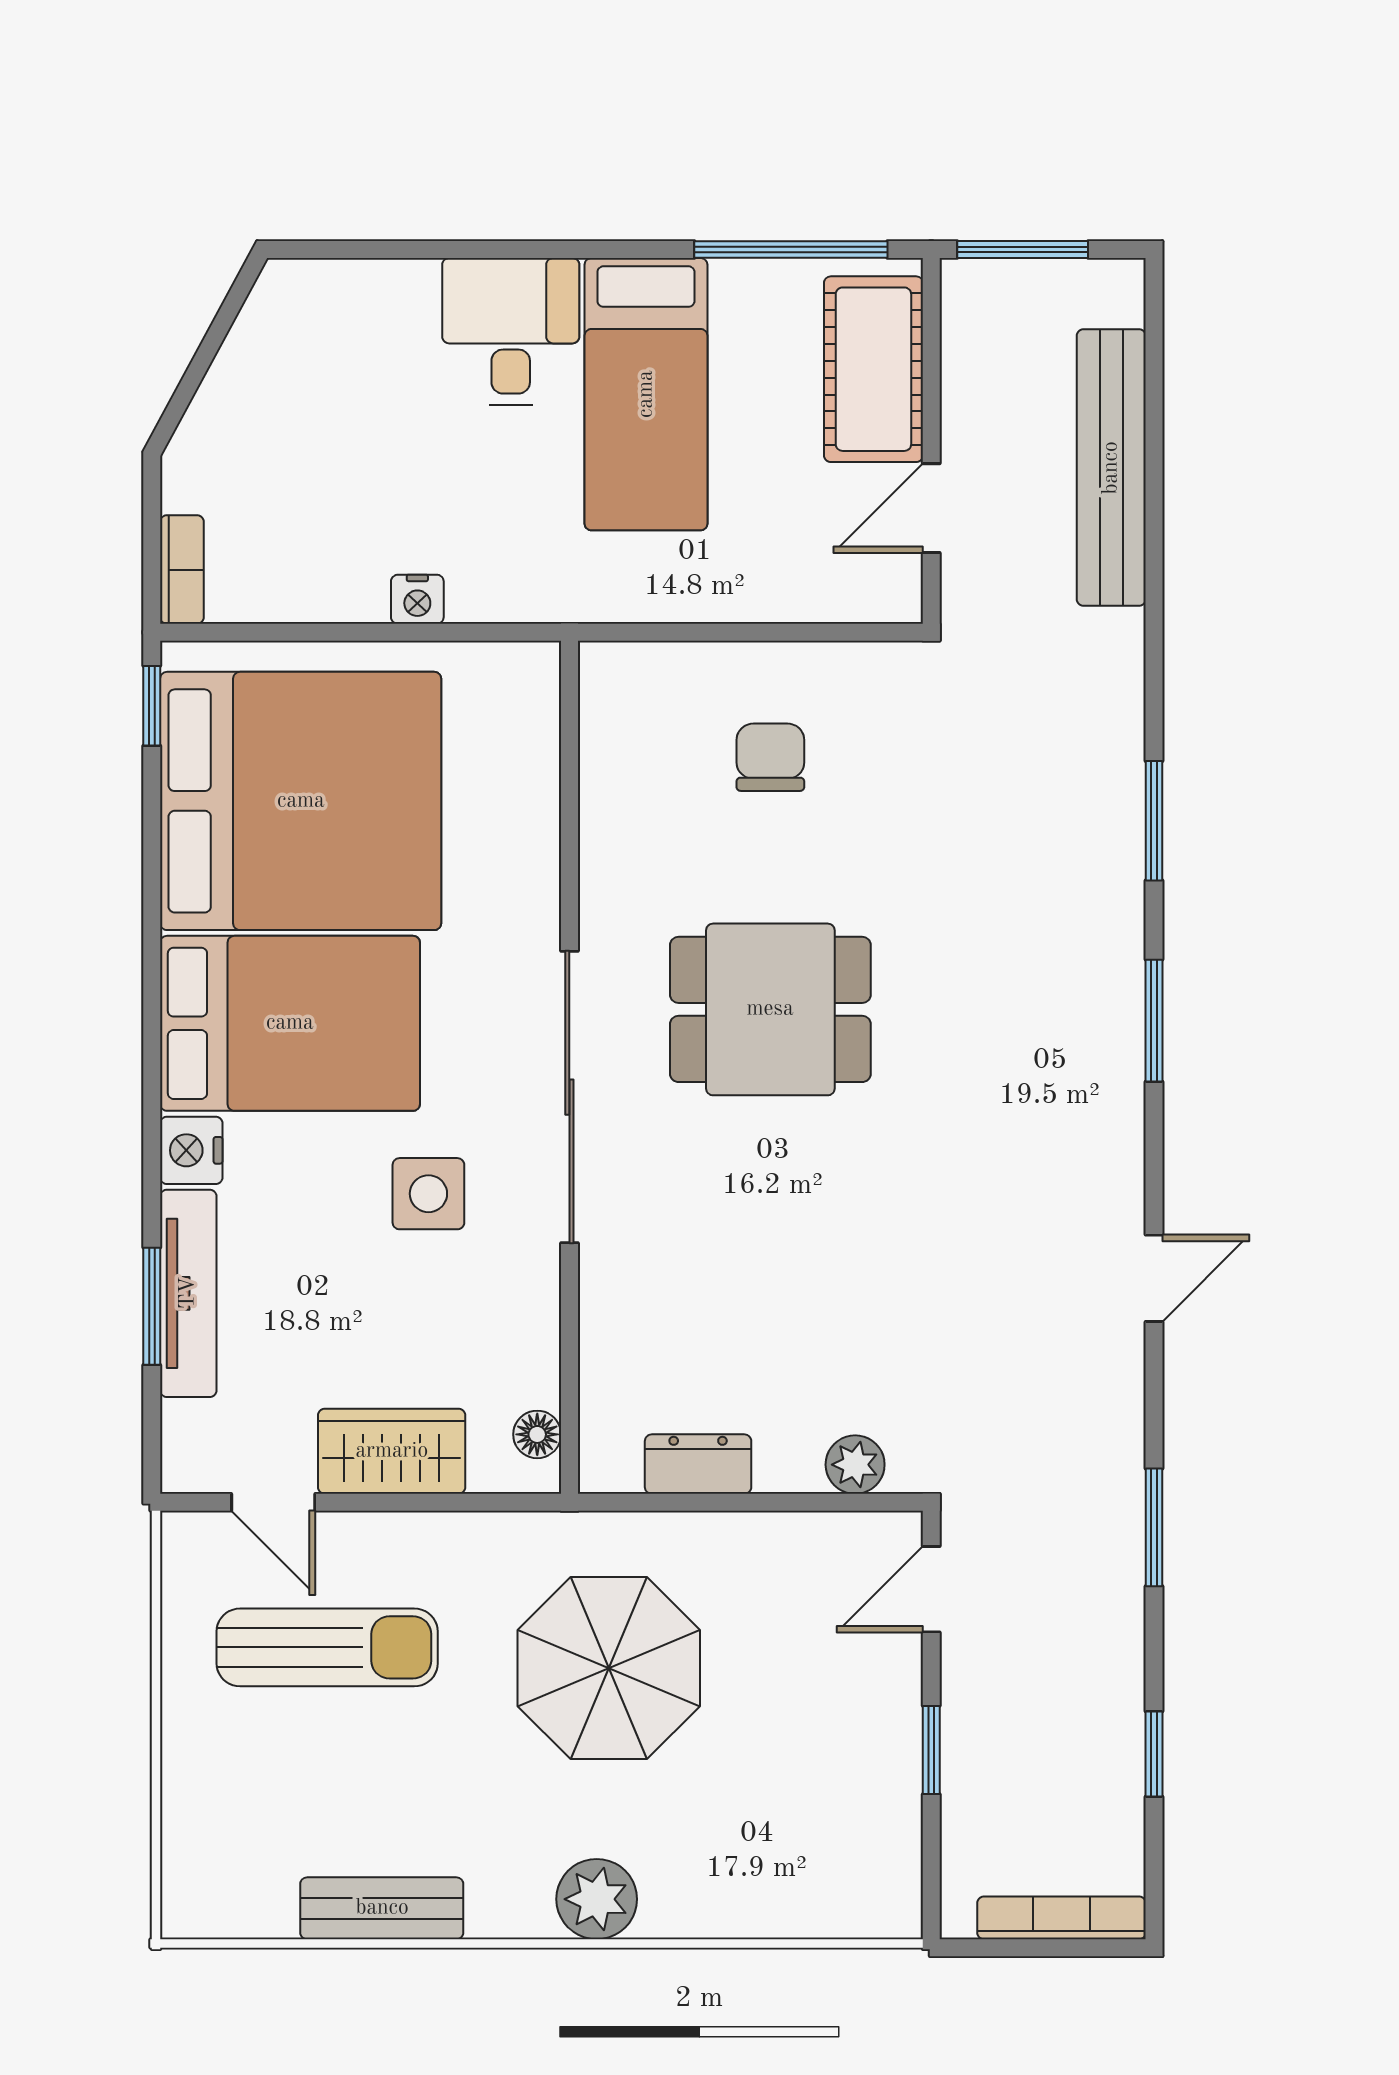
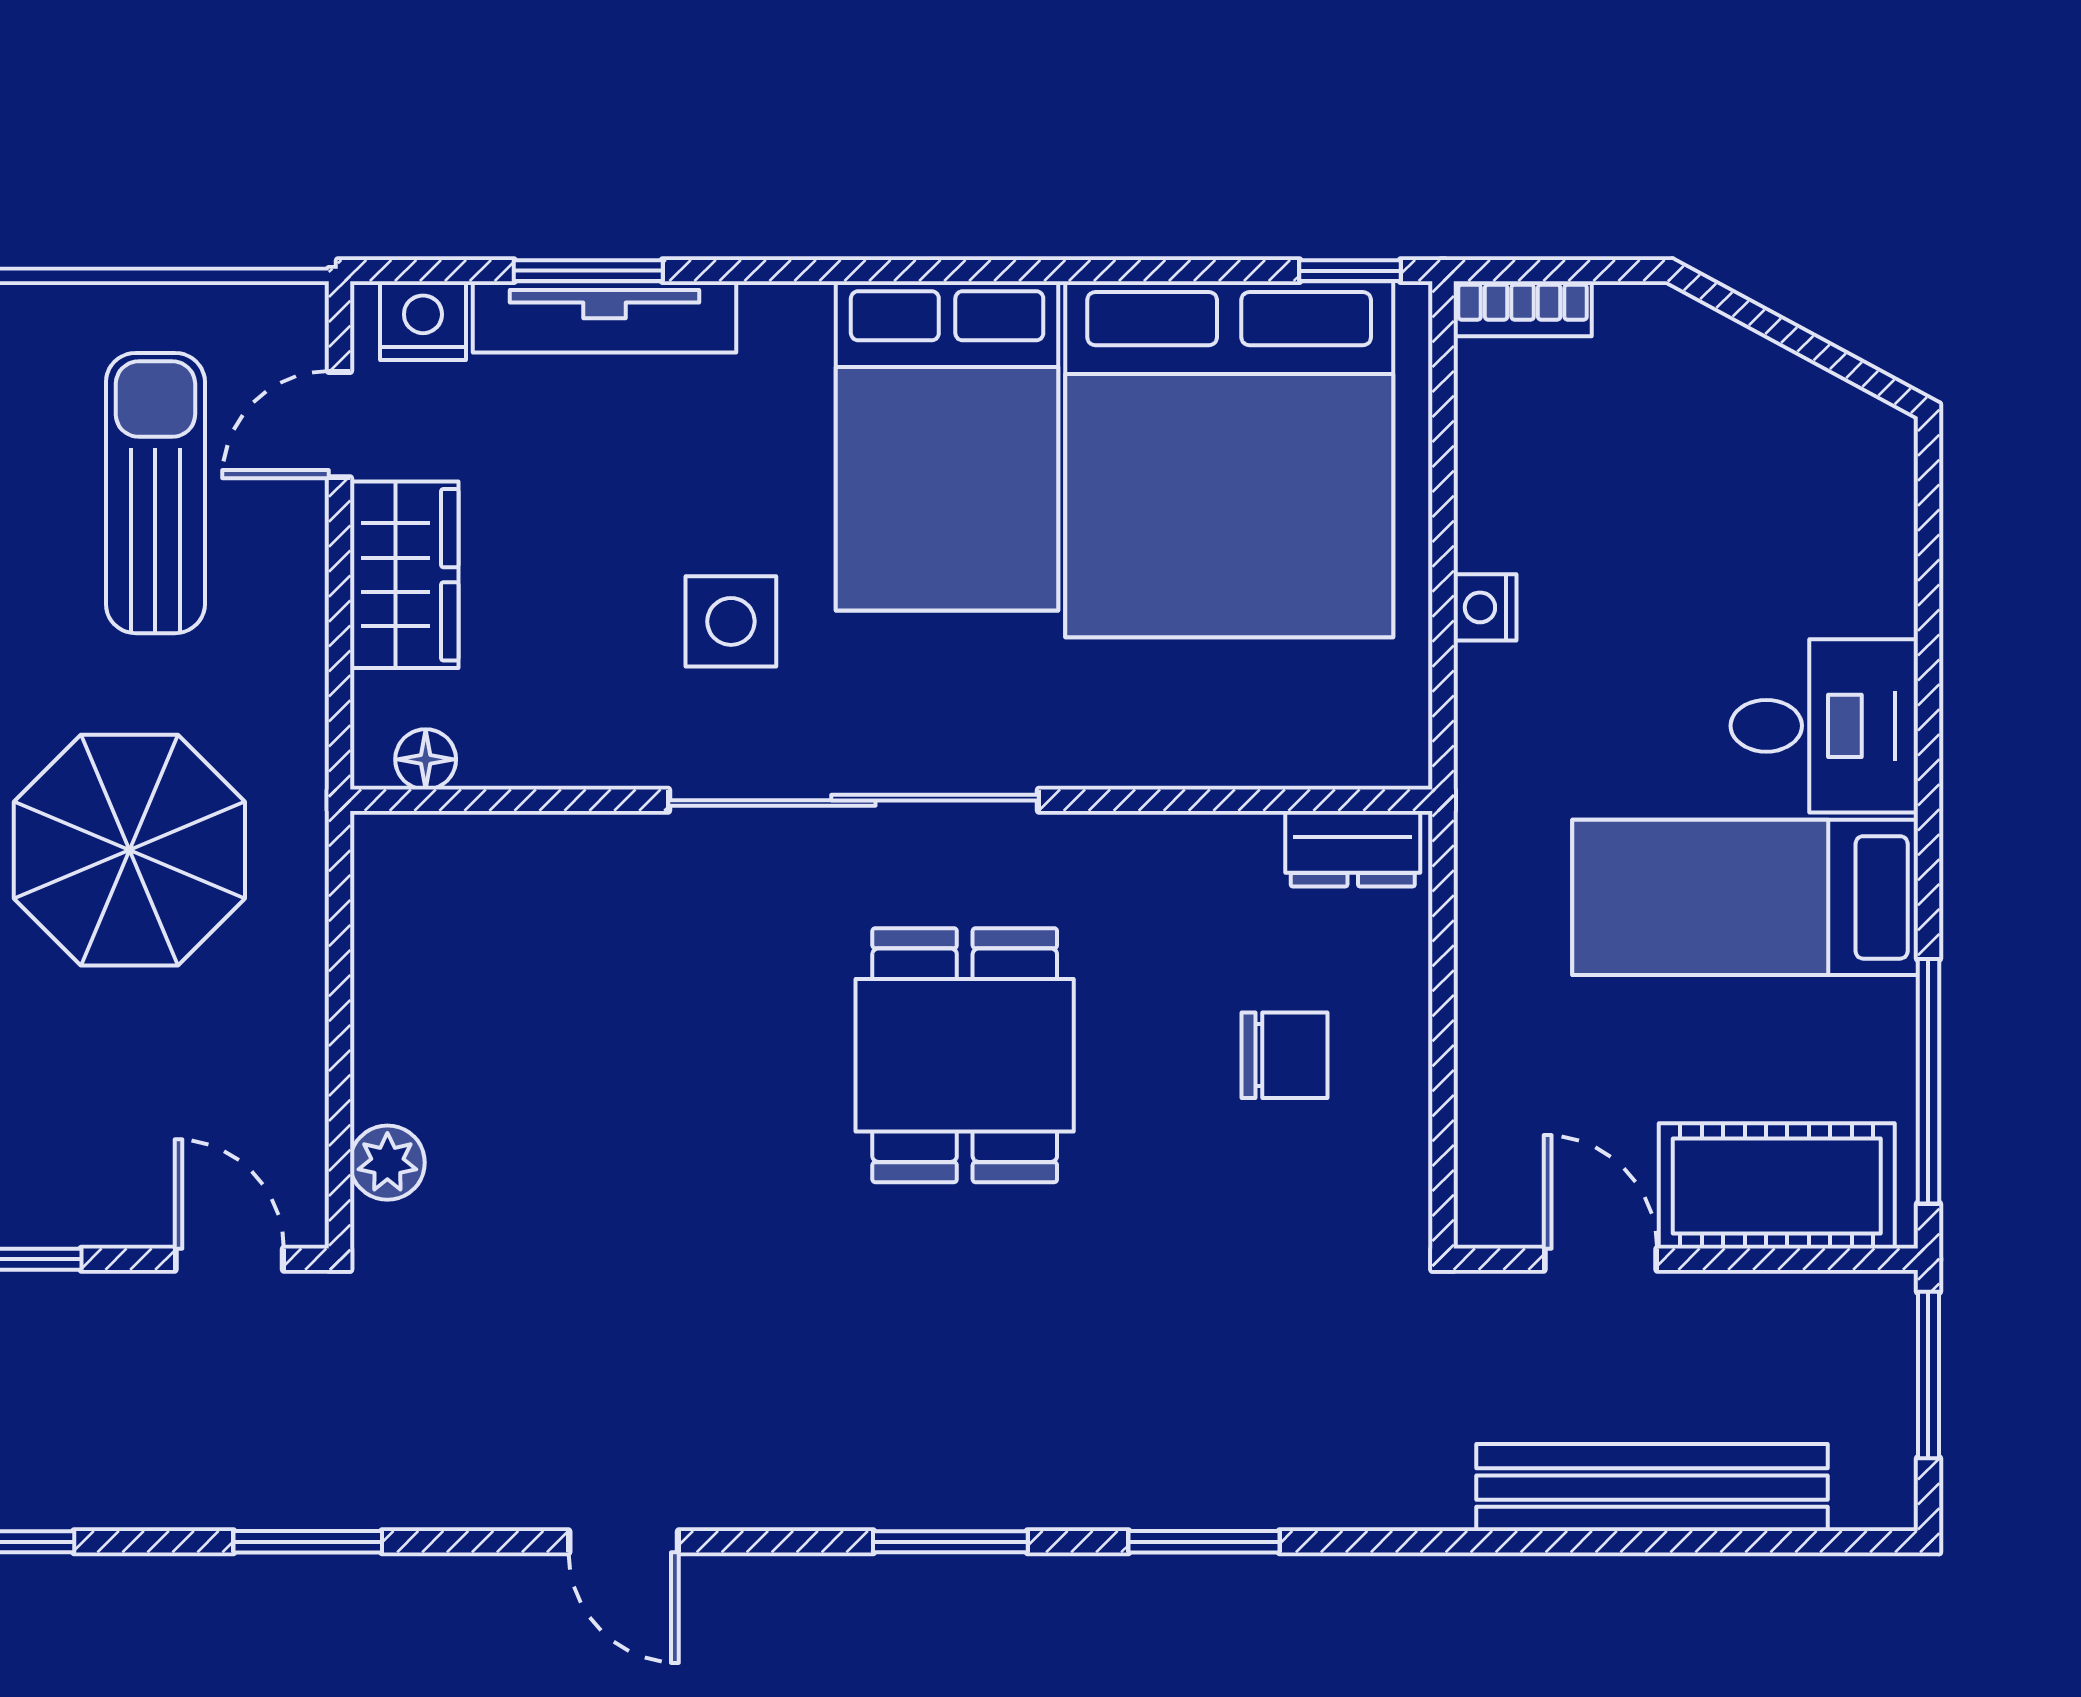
nightstand: (191, 1150) -> (423, 321), moved
dresser: (698, 1464) -> (1353, 849), moved, turned 90
sun lounger: (327, 1647) -> (155, 493), turned 180

